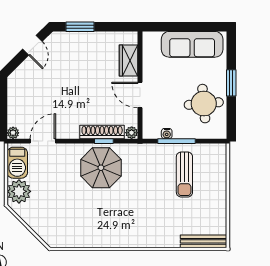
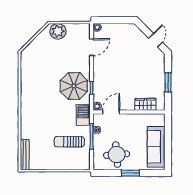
window: (80, 27) -> (168, 82), moved
door: (32, 45) -> (156, 40), swing flipped
door: (140, 95) -> (111, 112), moved
shoe rack: (102, 132) -> (98, 87), removed
door: (43, 141) -> (92, 47), hinge flipped
barbecue: (17, 163) -> (83, 115), moved, turned 90

